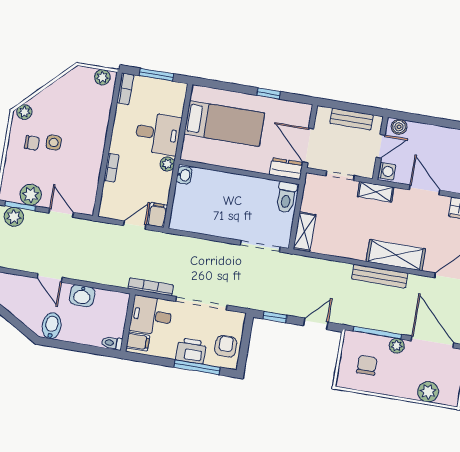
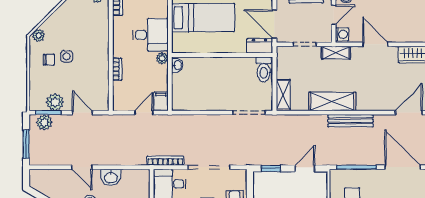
shelving: (396, 255) -> (332, 101), moved
plant: (397, 346) -> (374, 175), removed

